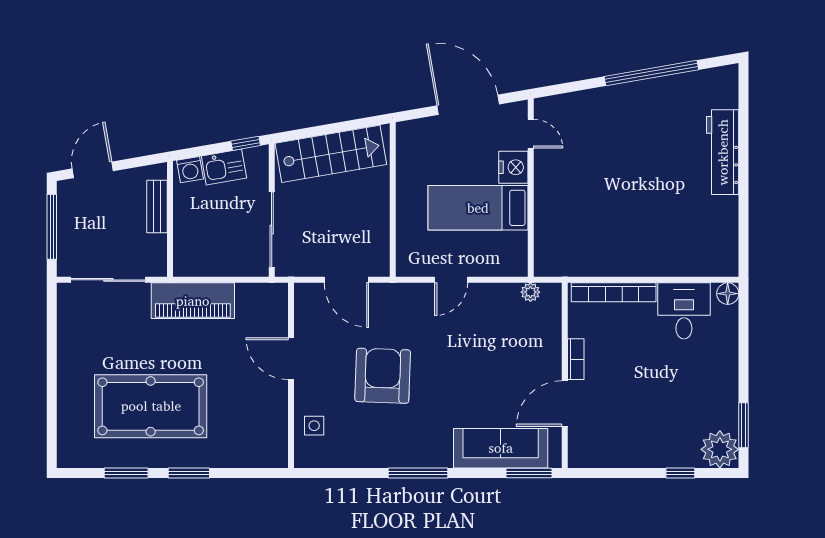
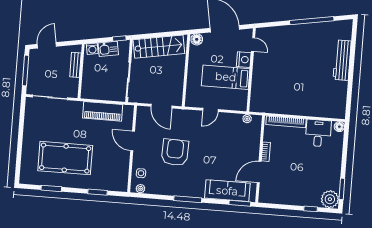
floor lamp: (410, 132) -> (197, 39), added
piano: (193, 301) -> (103, 111), moved
plant: (316, 459) -> (140, 189), added
window: (189, 473) -> (98, 192), moved

